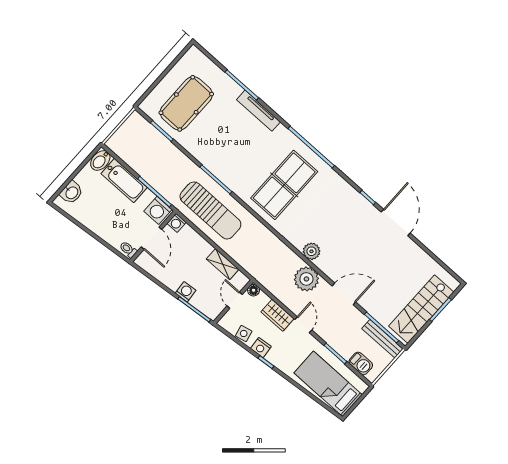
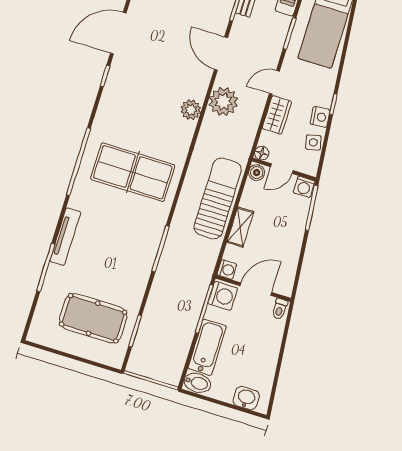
sun lounger: (210, 210) -> (218, 199), moved
shelving: (223, 264) -> (240, 227), moved
boiler: (240, 280) -> (257, 173), added
washing machine: (186, 292) -> (304, 187), moved, turned -85

